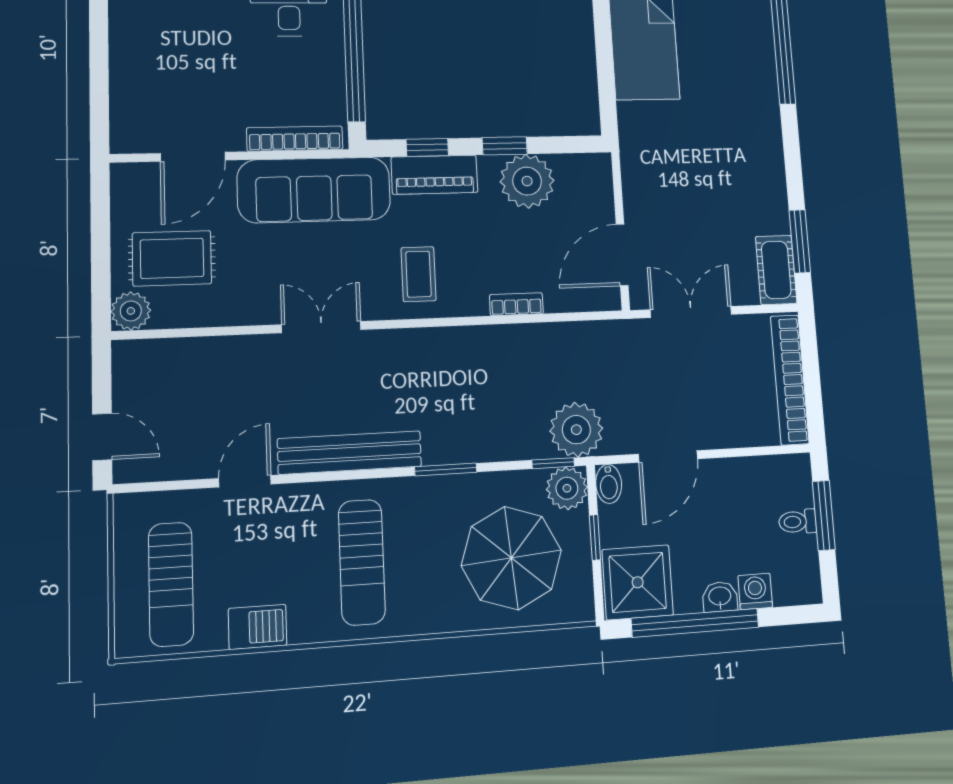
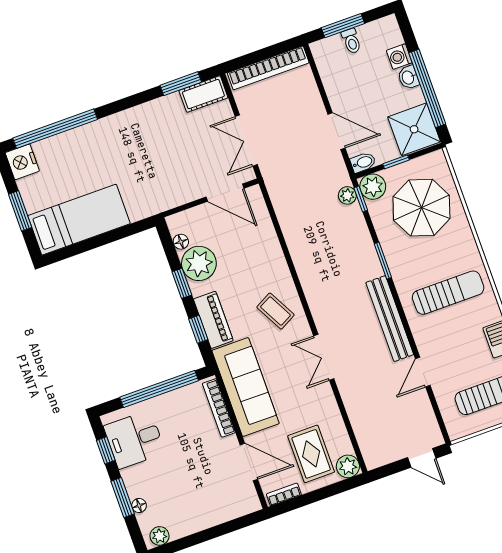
floor lamp: (568, 165) -> (181, 242), added
coffee table: (418, 274) -> (275, 311), turned 62
bookcase: (516, 304) -> (284, 494), moved, turned 90
plant: (576, 430) -> (347, 195), width x0.53, depth x0.53
door: (102, 437) -> (422, 458), swing flipped
door: (245, 481) -> (423, 372), hinge flipped

